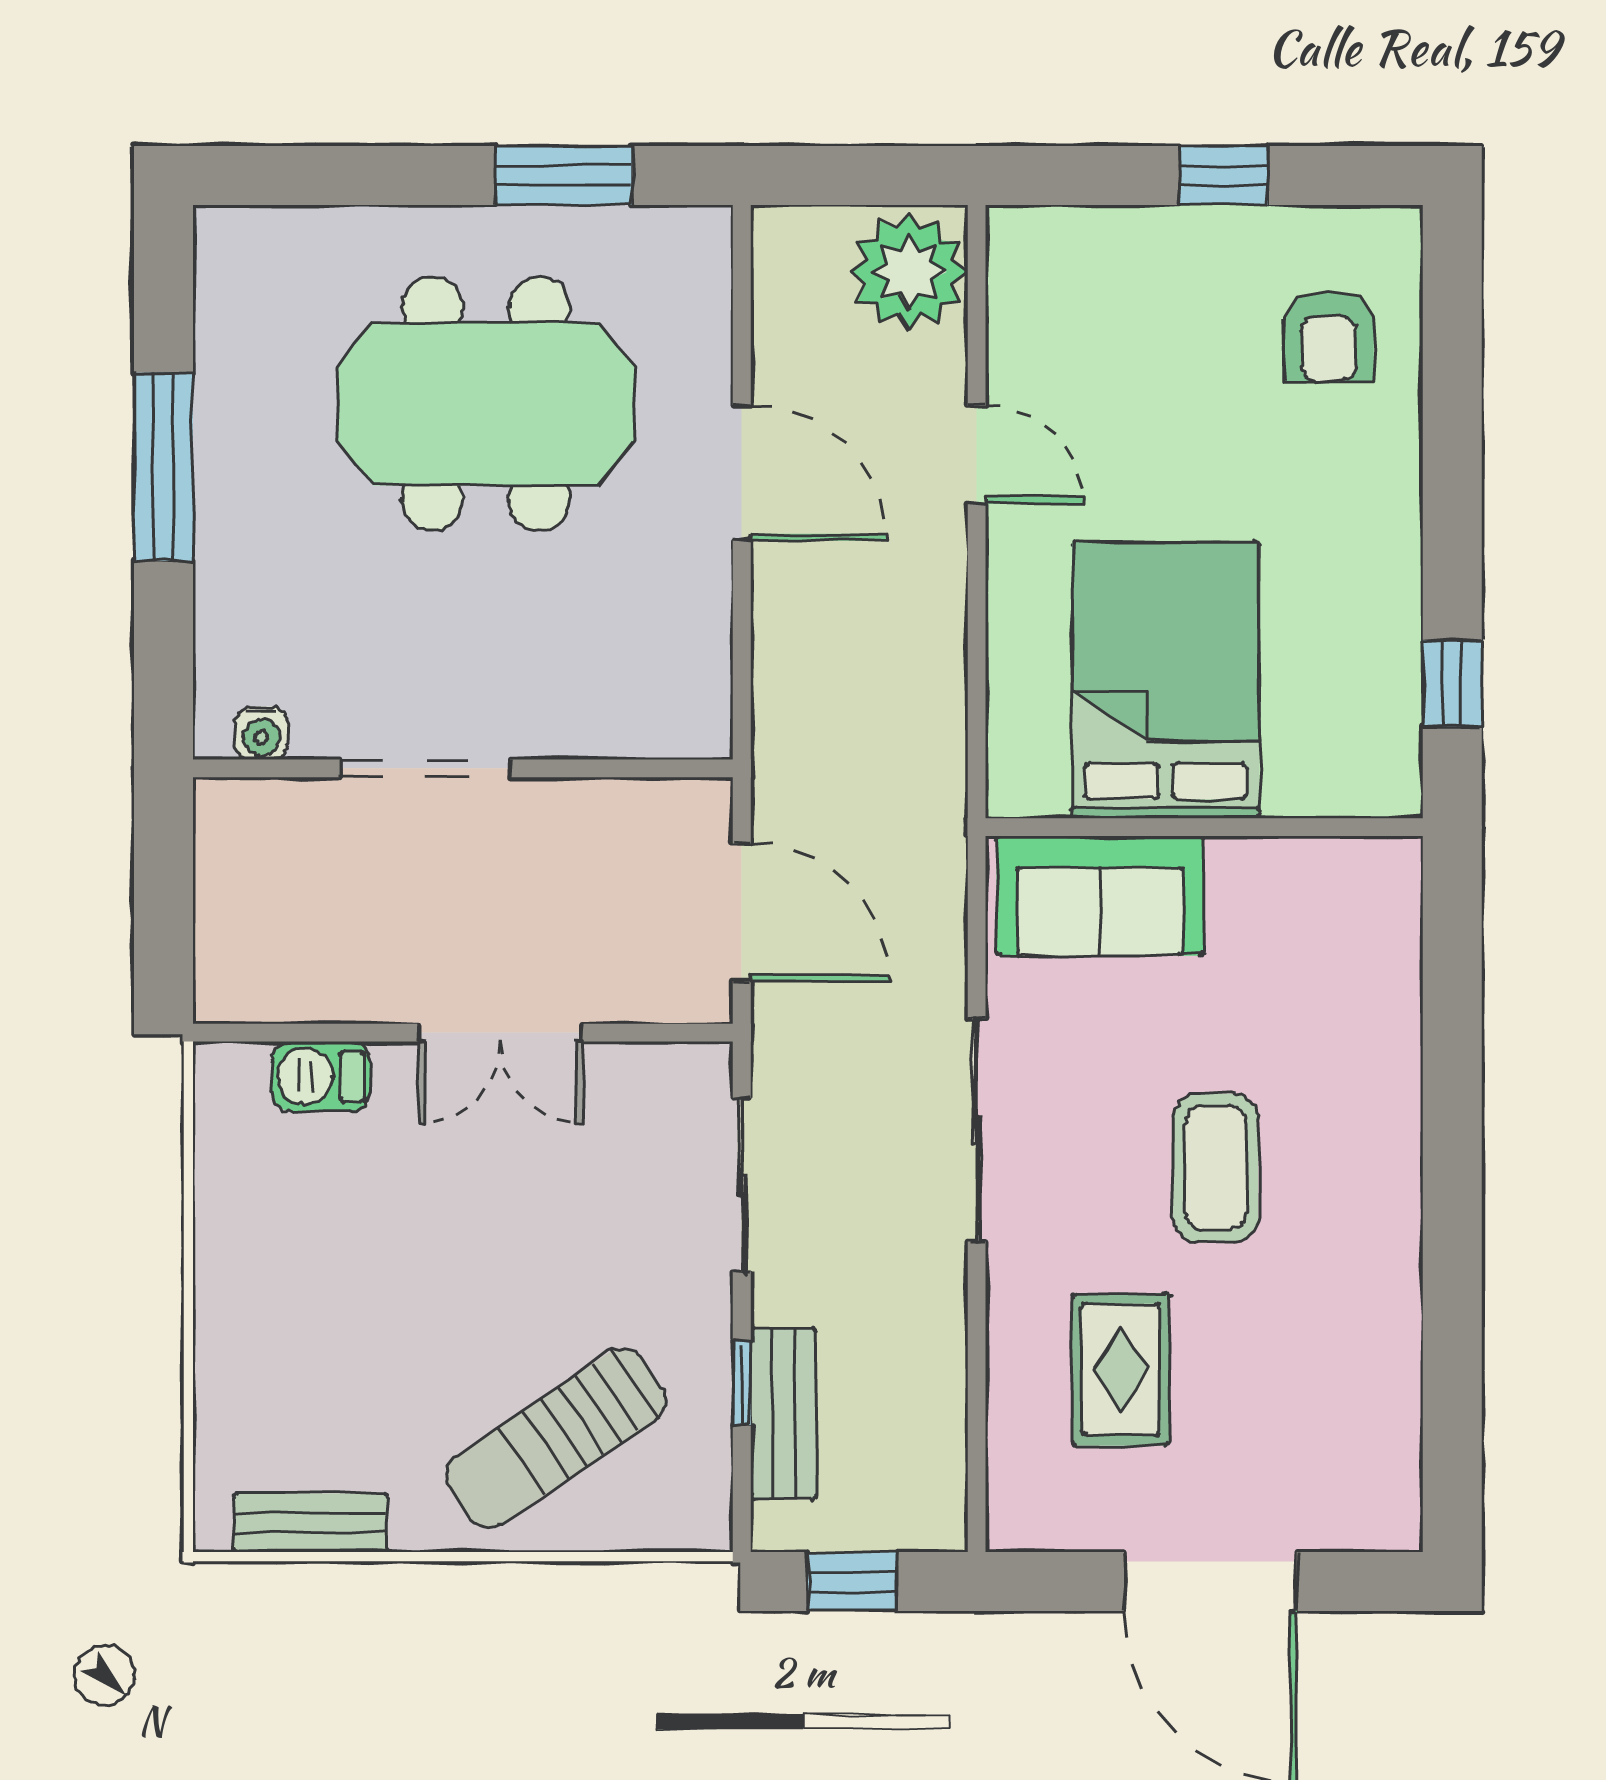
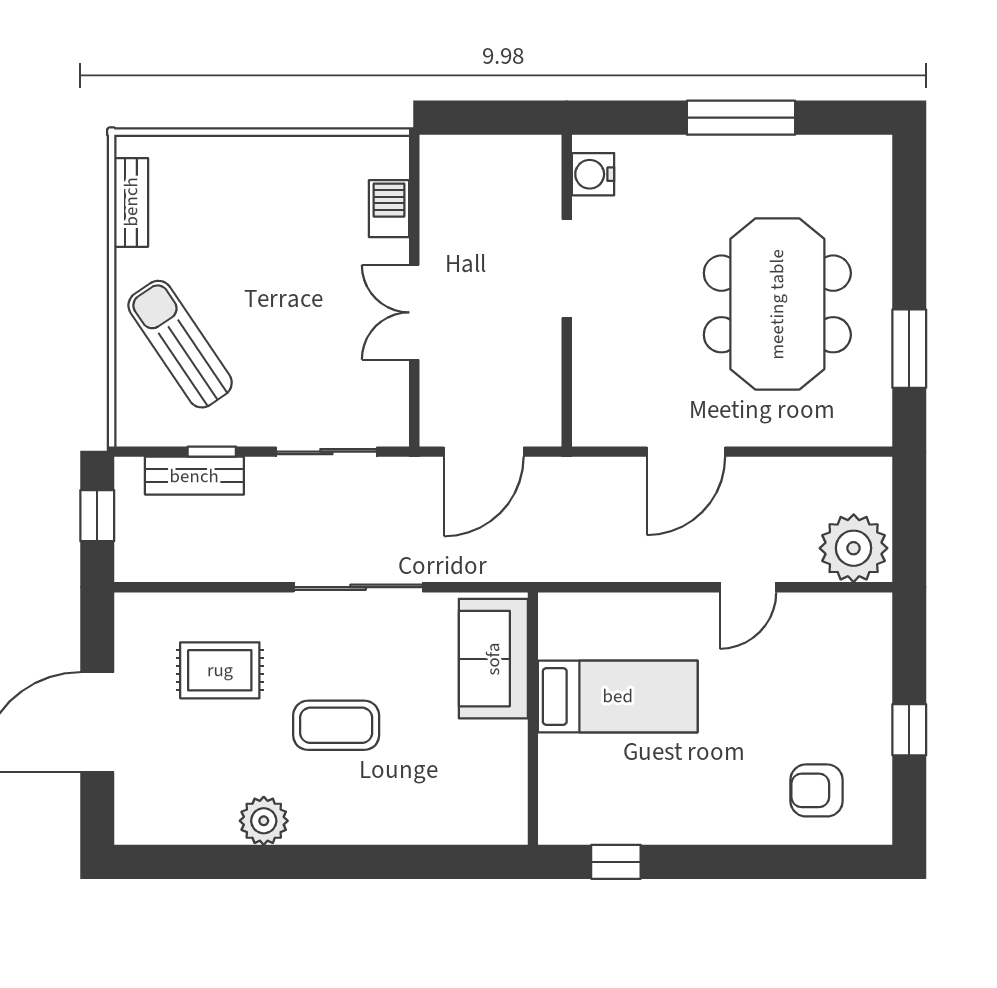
door: (742, 473) -> (686, 452), moved
bed: (1166, 680) -> (618, 696), width x0.67
water cooler: (261, 733) -> (593, 174), width x1.38, depth x1.38
plant: (1381, 1293) -> (264, 821), added

